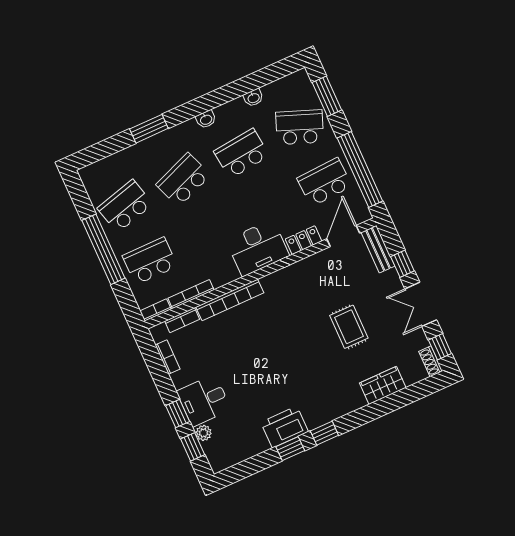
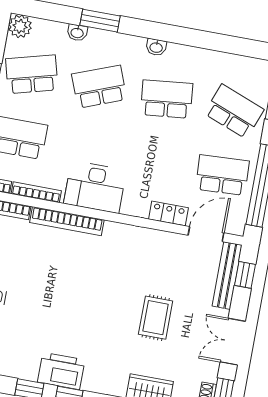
washbasin: (253, 98) -> (77, 33), moved
plant: (91, 176) -> (20, 26), added
desk: (258, 248) -> (95, 187), moved
bench: (378, 249) -> (227, 276), width x1.36
window: (402, 264) -> (245, 275), moved
printer: (285, 427) -> (61, 371), moved

